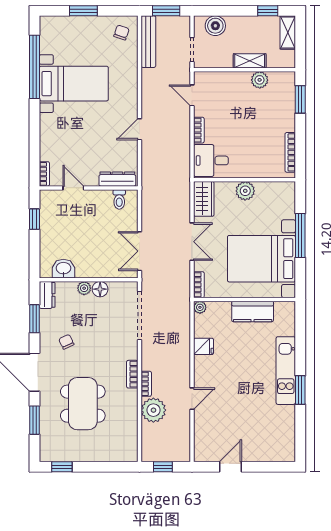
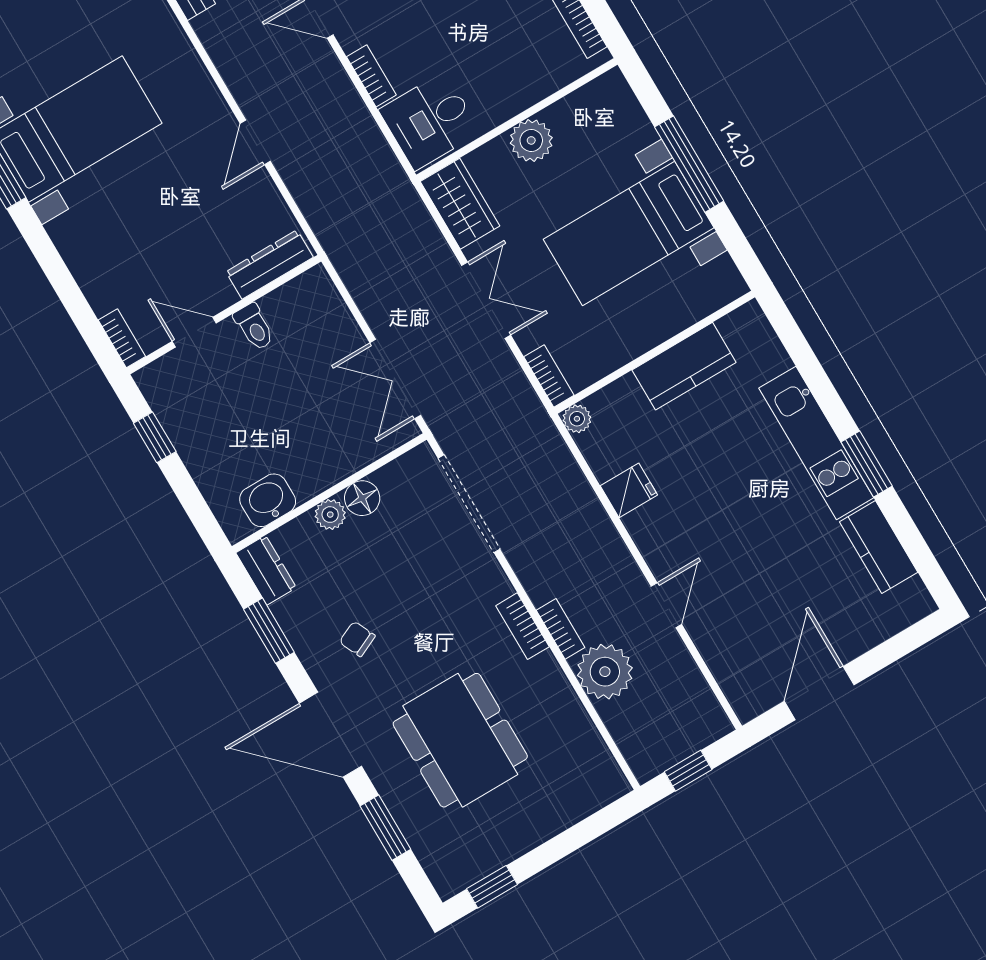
toilet: (119, 199) -> (254, 327), moved
bed with nightstands: (261, 259) -> (629, 234), width x0.73
kitchen counter: (286, 424) -> (879, 547), added
door: (230, 467) -> (819, 693), width x1.38

